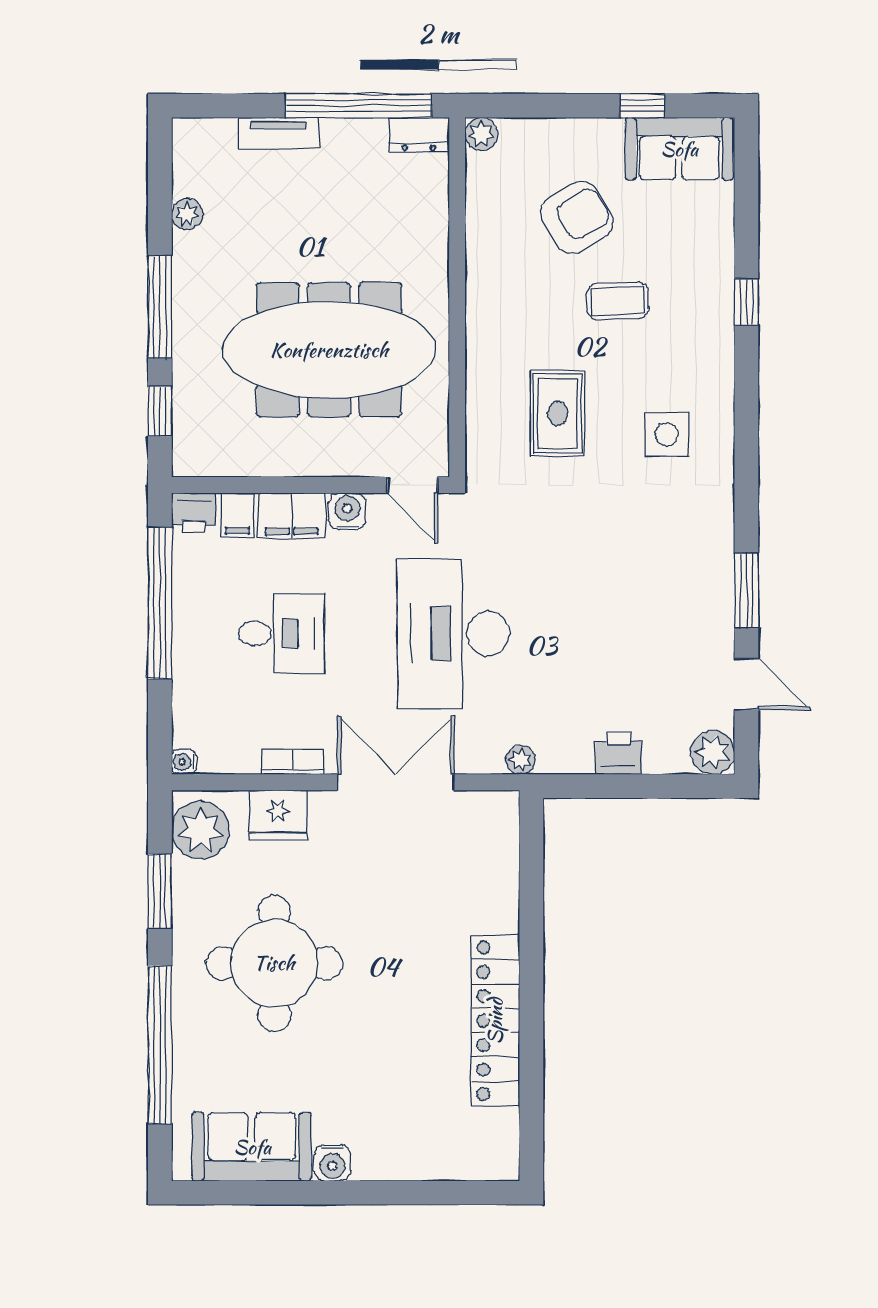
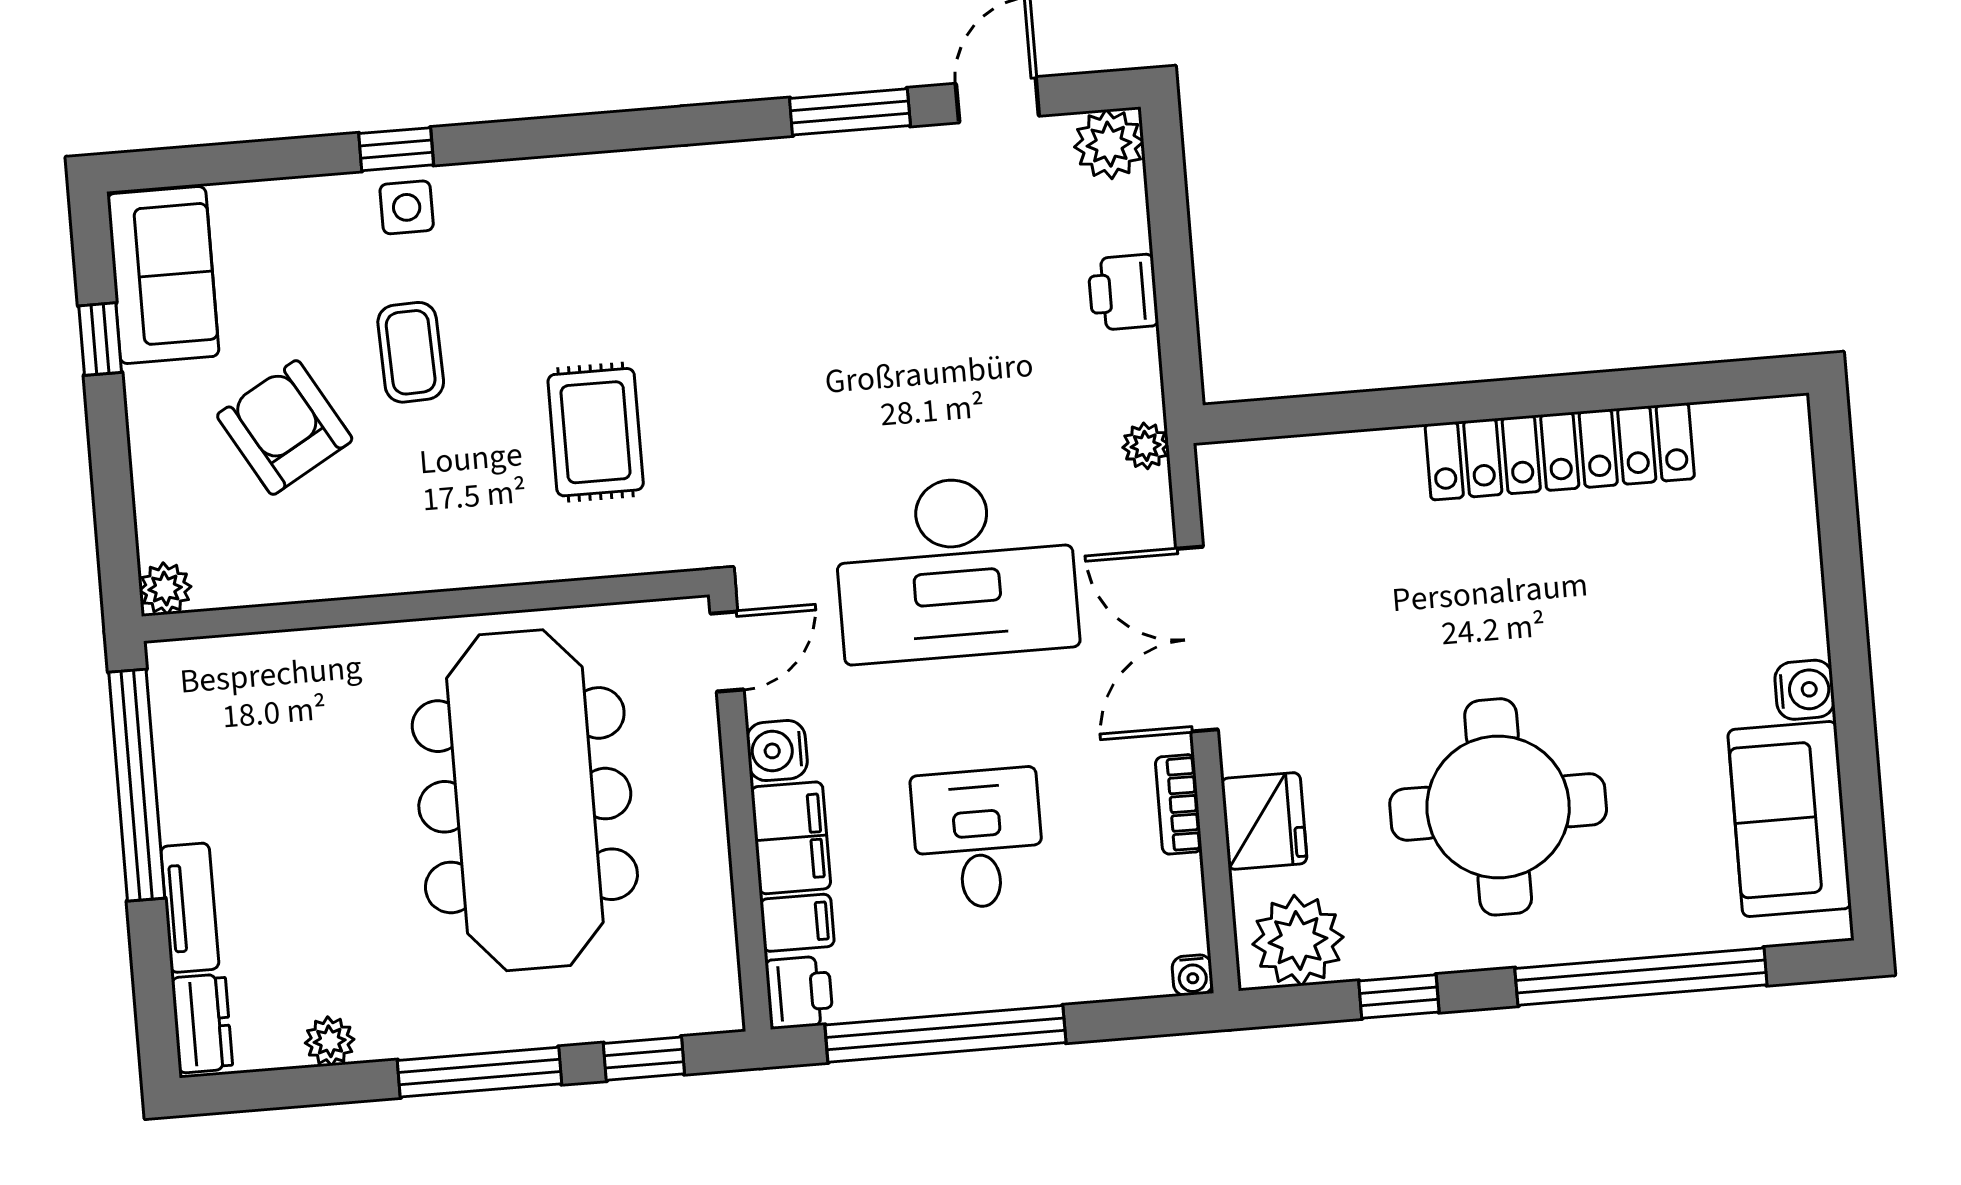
dresser: (419, 135) -> (202, 1023), moved
rug: (558, 413) -> (596, 432), turned 90
side table: (667, 434) -> (407, 207), moved, width x0.73, depth x0.73
window: (160, 891) -> (1399, 997), width x0.67

